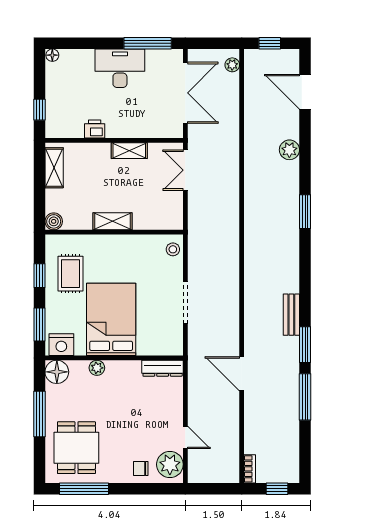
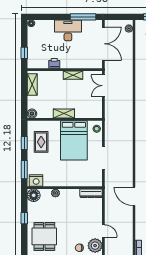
bed: (111, 319) -> (74, 140), moved, turned 180
window: (39, 414) -> (24, 218), width x0.46

